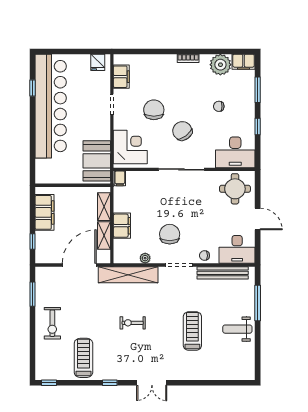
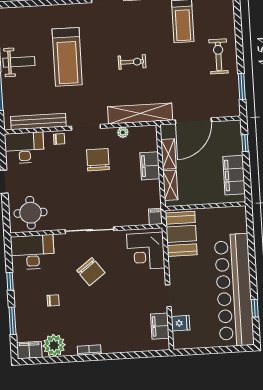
fridge: (98, 62) -> (181, 323), moved, turned 90
chair: (154, 110) -> (123, 293), removed
chair: (170, 234) -> (98, 160), turned 180
treadmill: (192, 331) -> (67, 57), width x1.37, depth x1.38

